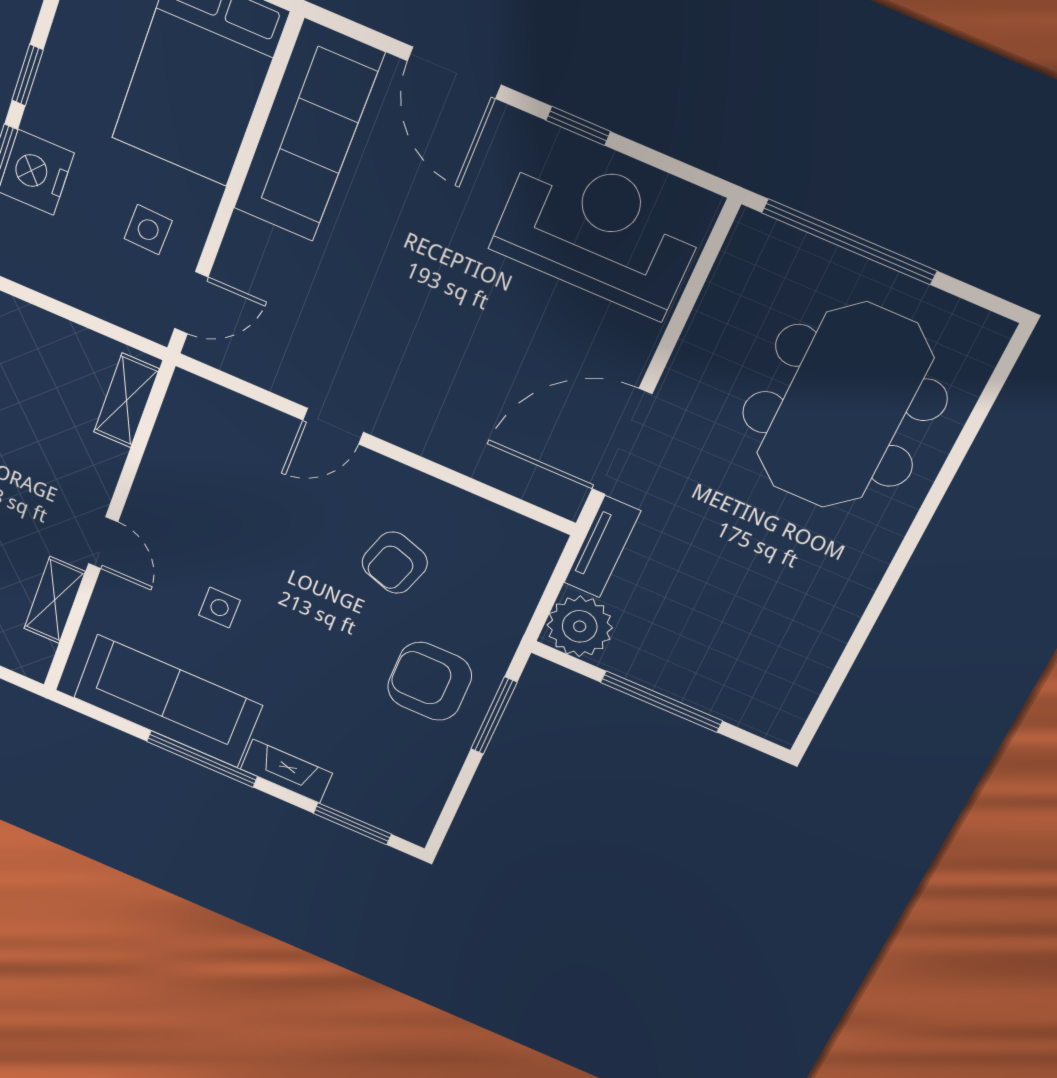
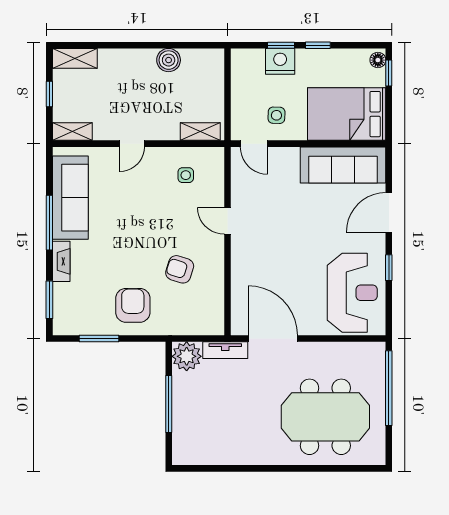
shelving: (54, 600) -> (72, 132), moved
side table: (220, 608) -> (186, 175), moved
window: (494, 716) -> (99, 338), moved

